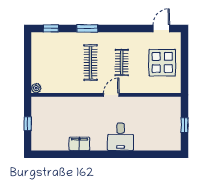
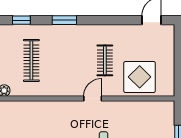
display table: (162, 62) -> (140, 77), moved
clothes rail: (91, 63) -> (31, 60), moved

